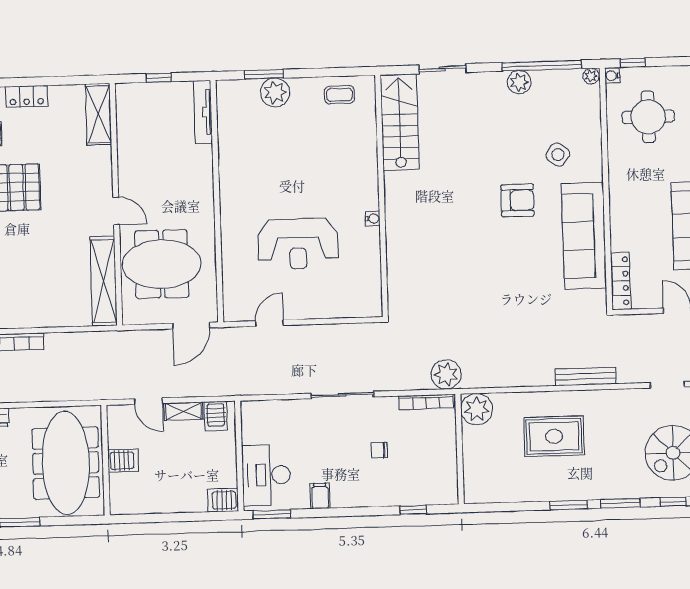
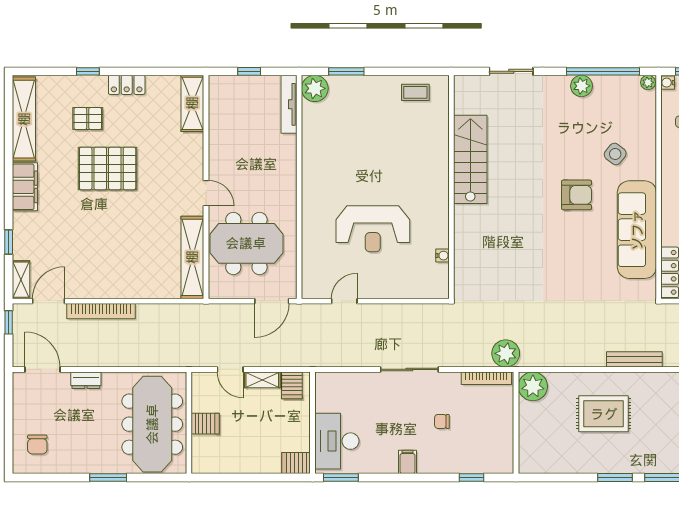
plant: (275, 93) -> (315, 88), moved
stairs: (400, 122) -> (470, 159), moved
water cooler: (373, 218) -> (442, 256), moved
filing cabinet: (320, 496) -> (407, 462), moved

